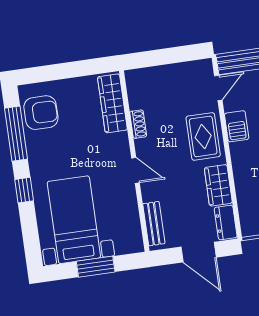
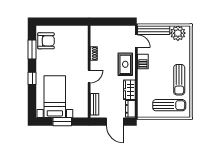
door: (218, 88) -> (136, 41), hinge flipped
wardrobe: (112, 103) -> (82, 41), removed
window: (16, 134) -> (32, 50), width x0.69
door: (136, 170) -> (89, 76), hinge flipped

